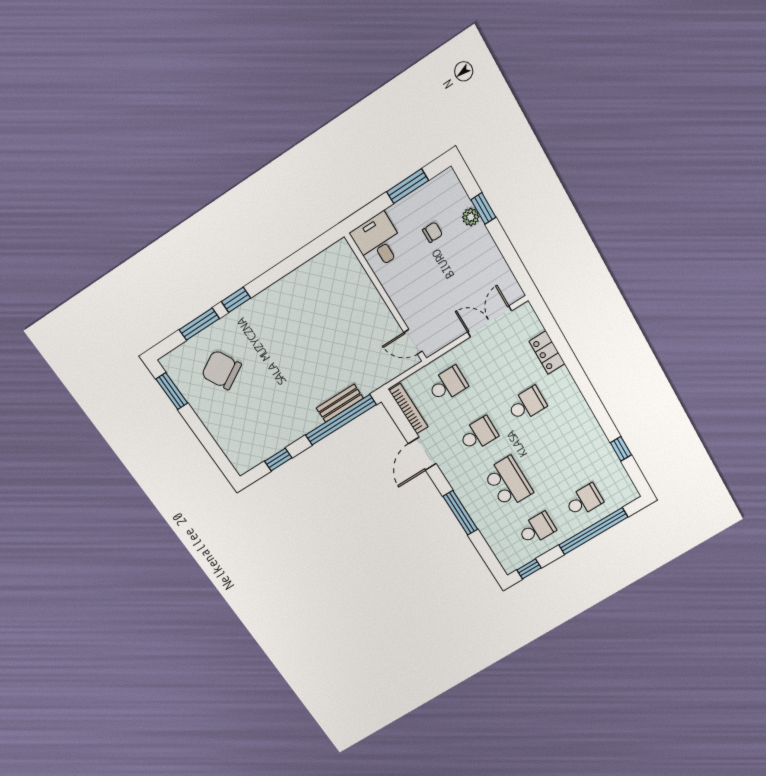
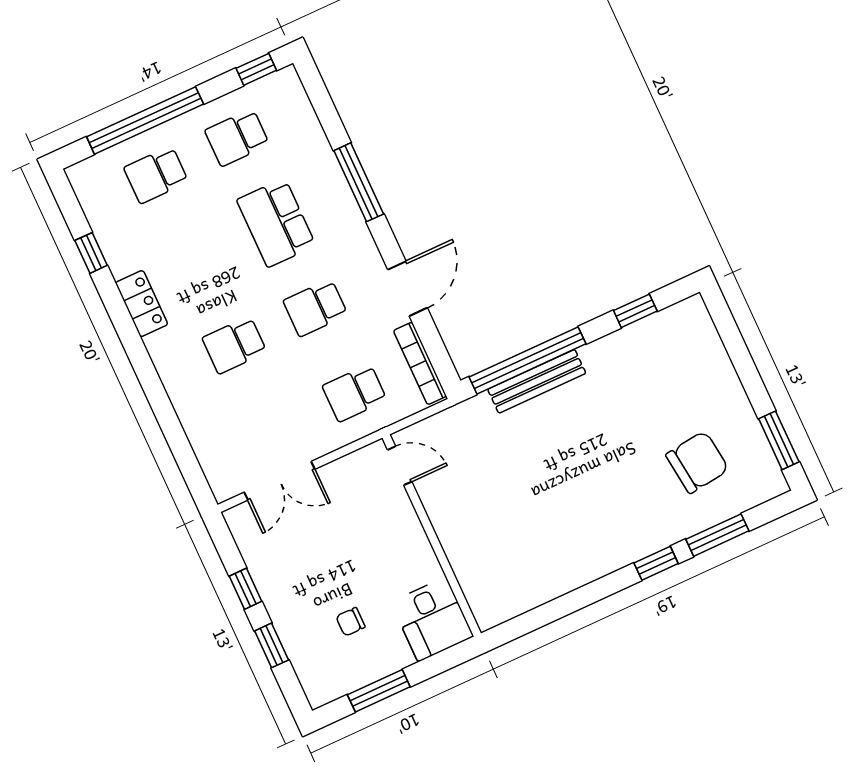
plant: (471, 217) -> (292, 636), removed
window: (505, 246) -> (246, 589), added
locker: (547, 353) -> (142, 304), moved
chair: (221, 370) -> (697, 462), turned -68
bench: (340, 403) -> (537, 381), width x1.36

